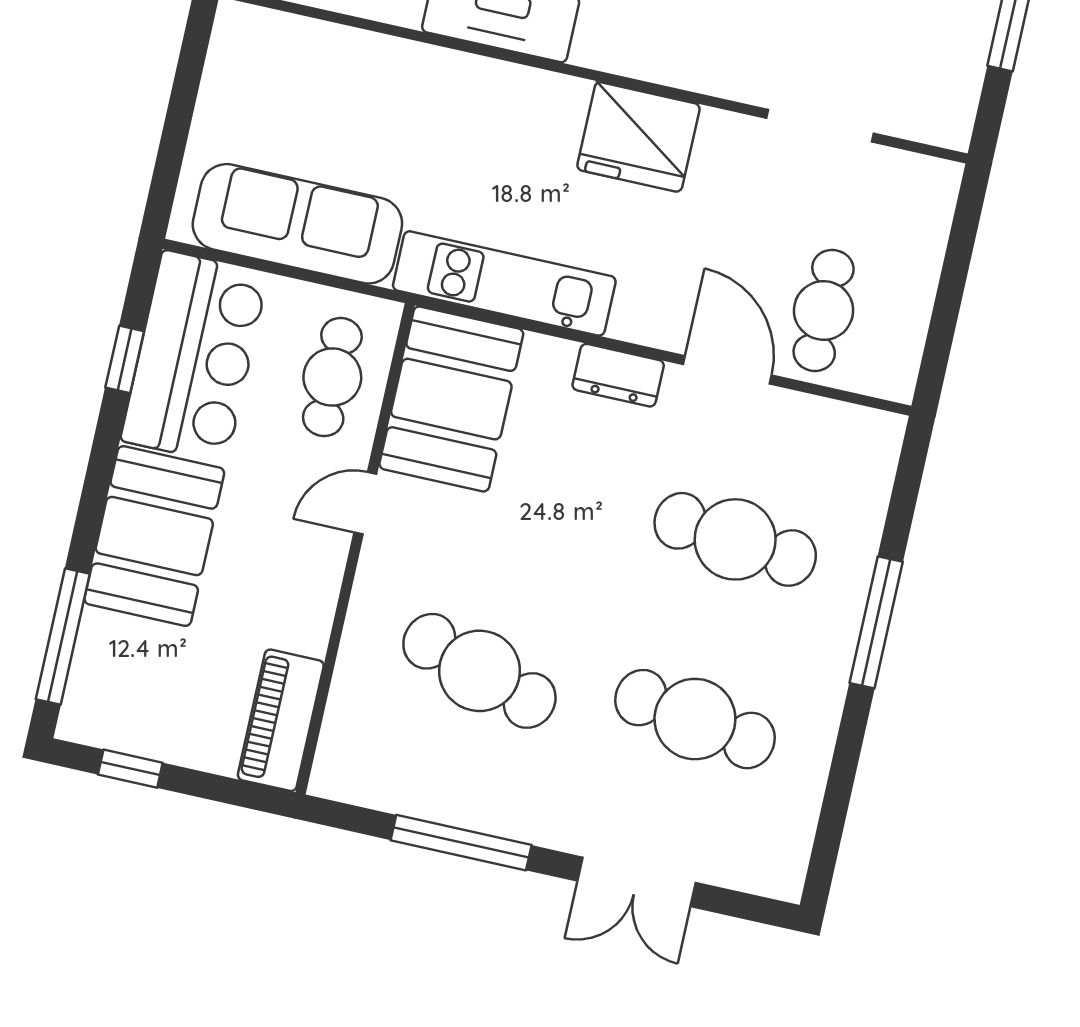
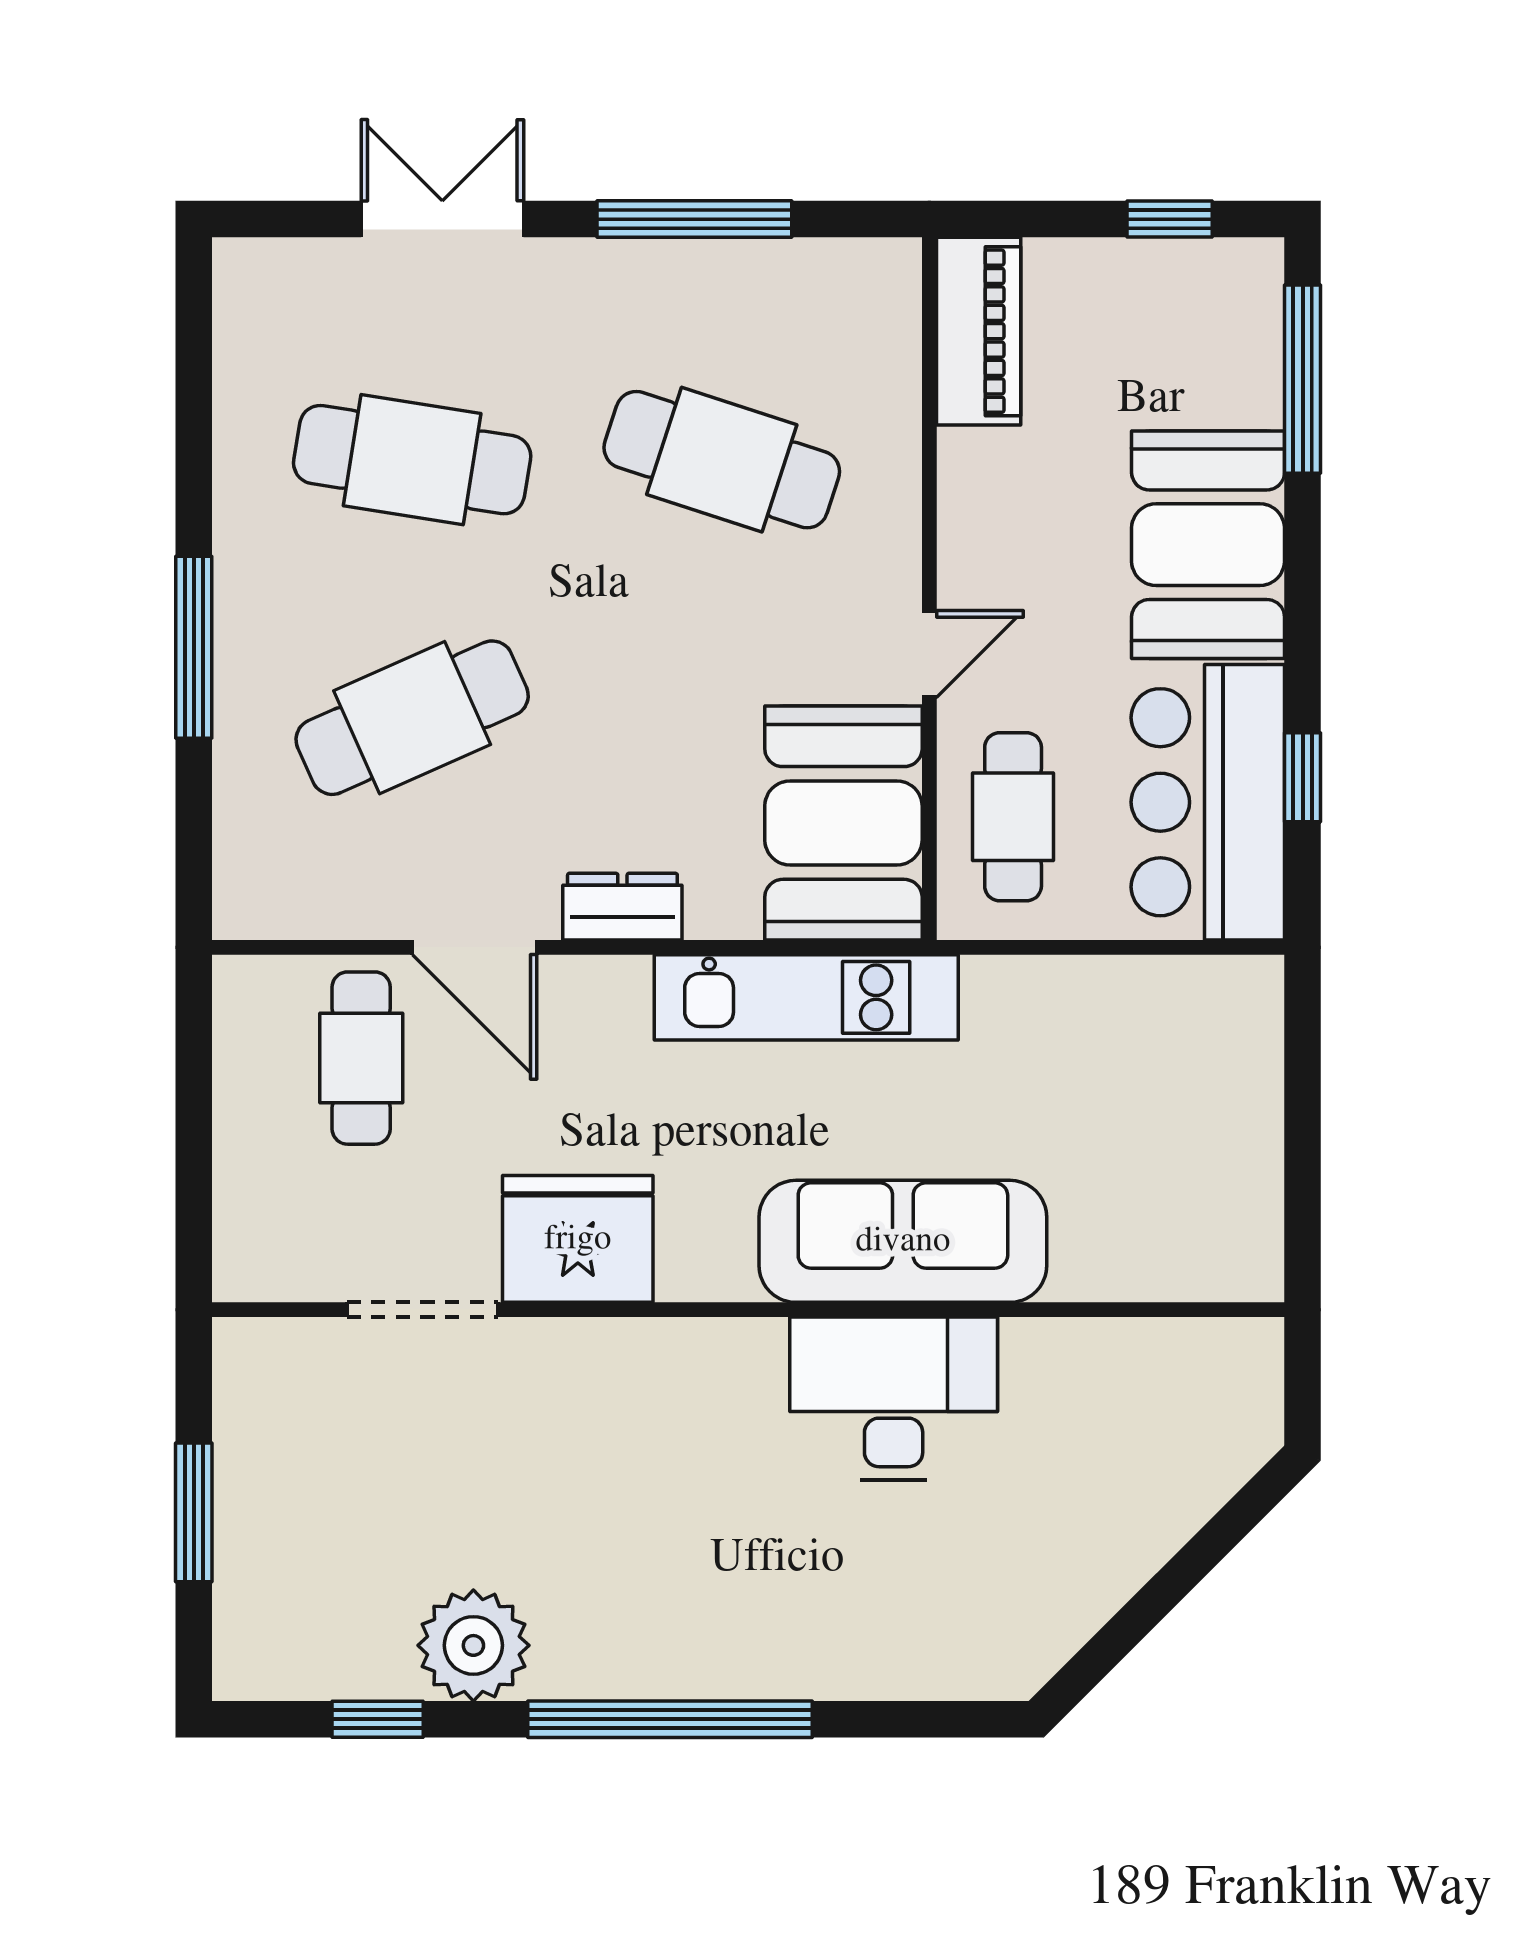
fridge: (638, 137) -> (578, 1239), moved
sofa: (297, 224) -> (903, 1241), moved, turned 180
cafe table: (735, 539) -> (412, 718), turned -30

